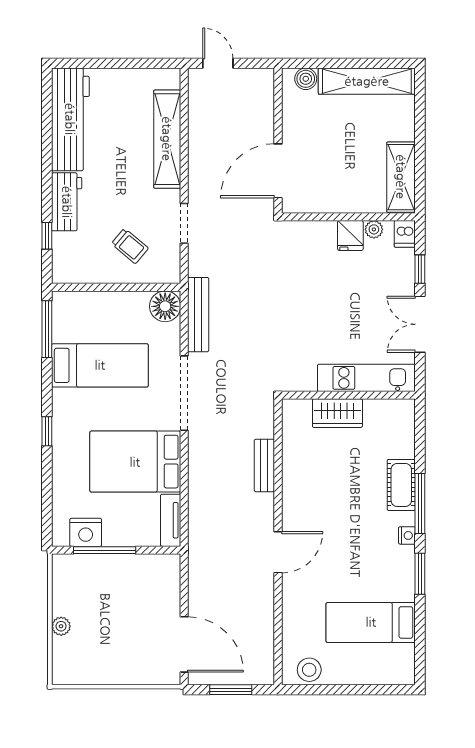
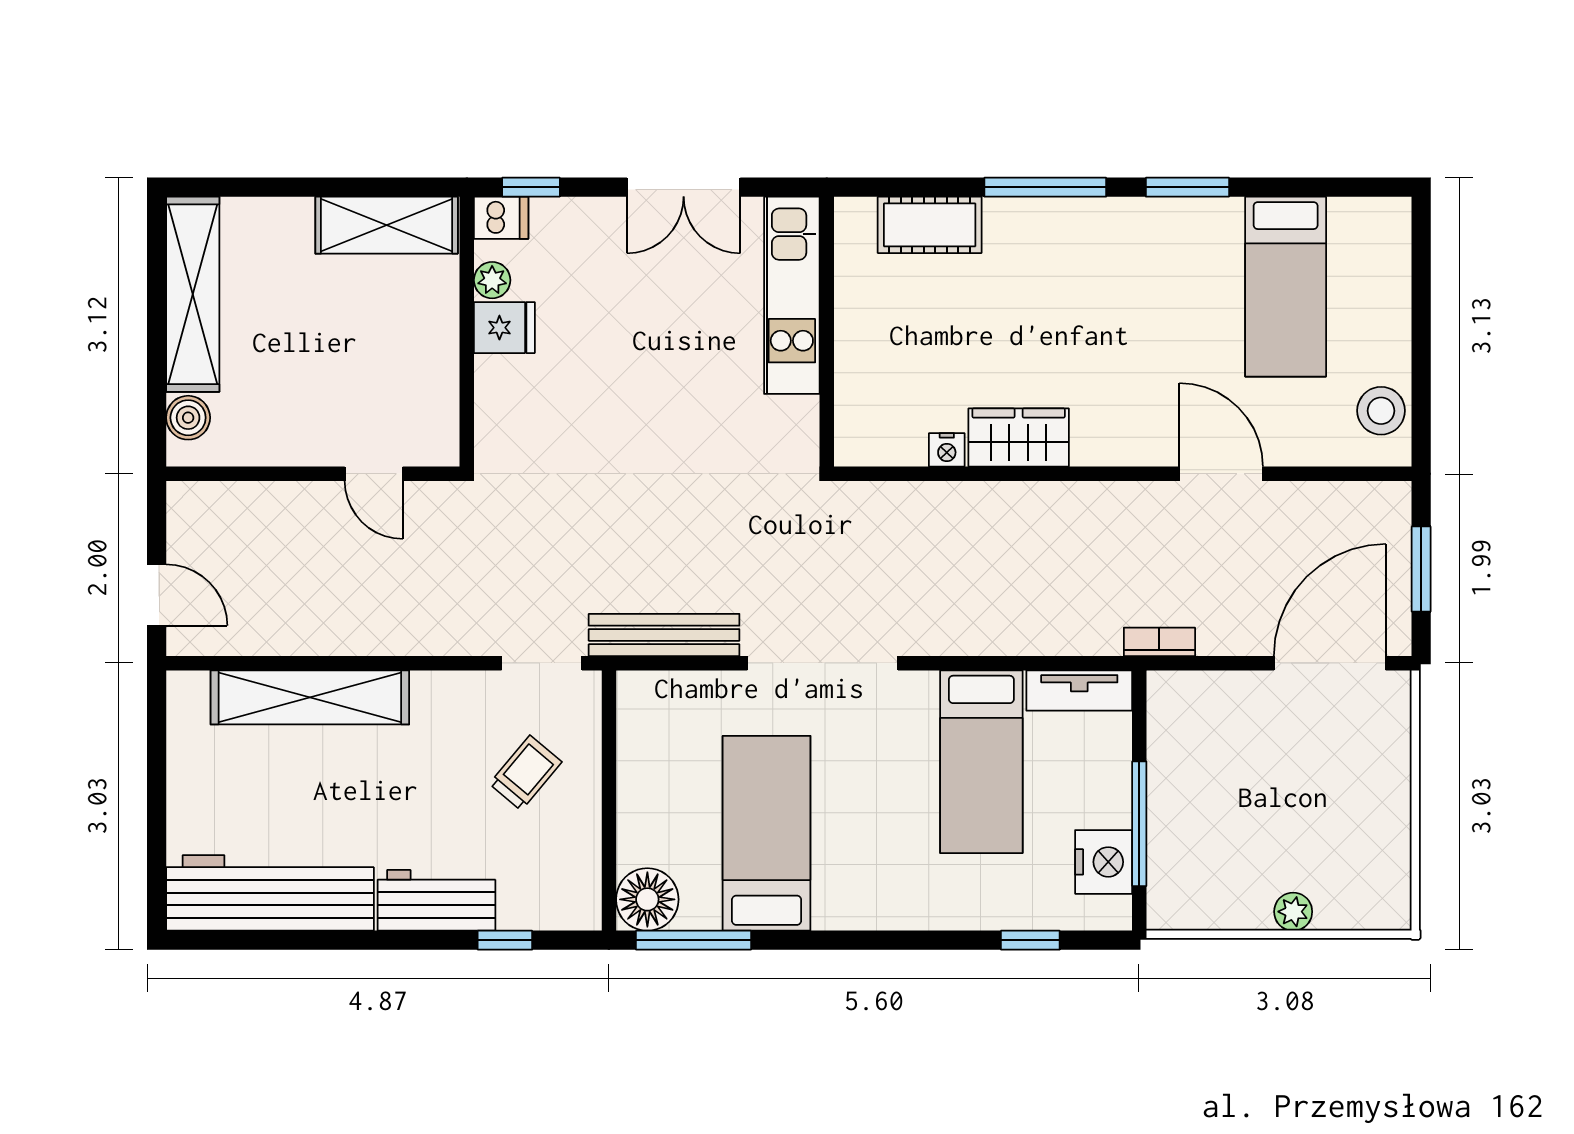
door: (218, 63) -> (157, 595), swing flipped
door: (278, 171) -> (374, 474), width x0.53
doorway: (184, 223) -> (542, 663), moved
window: (420, 269) -> (531, 187), moved
floor lamp: (165, 306) -> (647, 899), moved
wardrobe: (337, 413) -> (1019, 437), moved, turned -90
window: (47, 431) -> (1030, 940), moved
bed: (135, 462) -> (981, 762), width x0.67
bench: (264, 465) -> (969, 501), removed
cot: (401, 485) -> (930, 225), moved
nightstand: (407, 535) -> (947, 450), moved, turned 180
door: (278, 552) -> (1221, 474), moved
bookcase: (195, 560) -> (1159, 642), added

